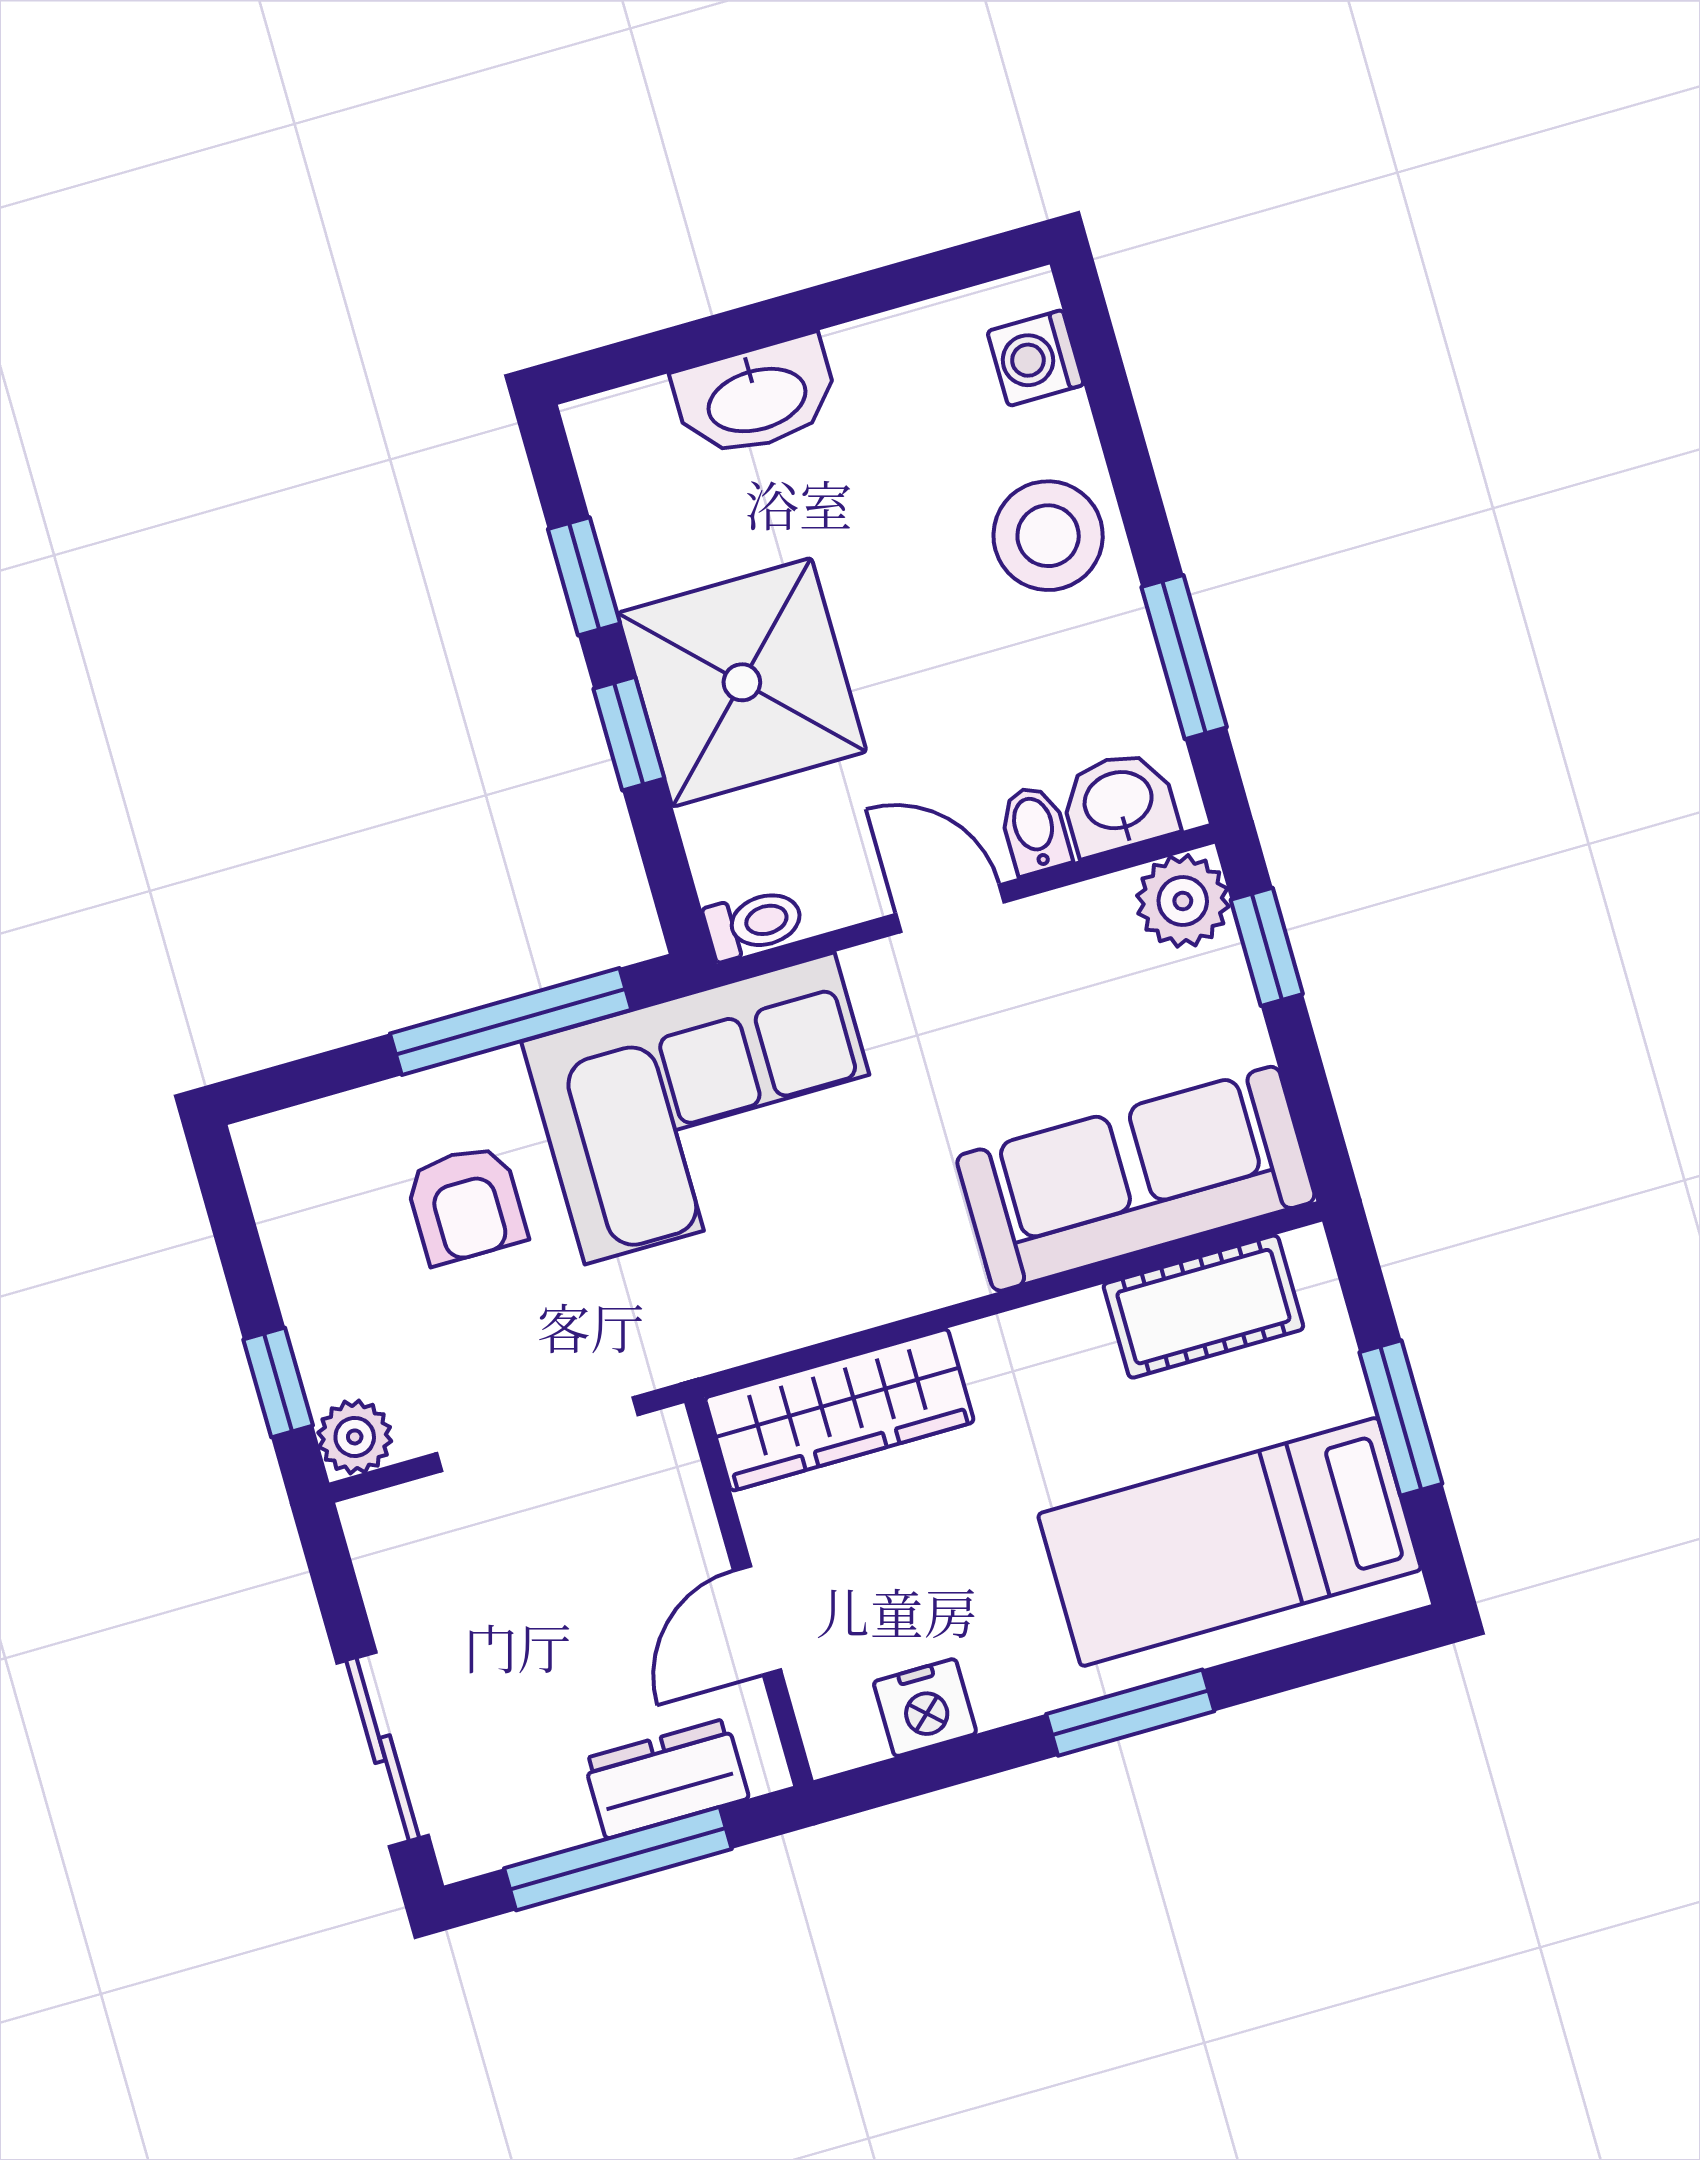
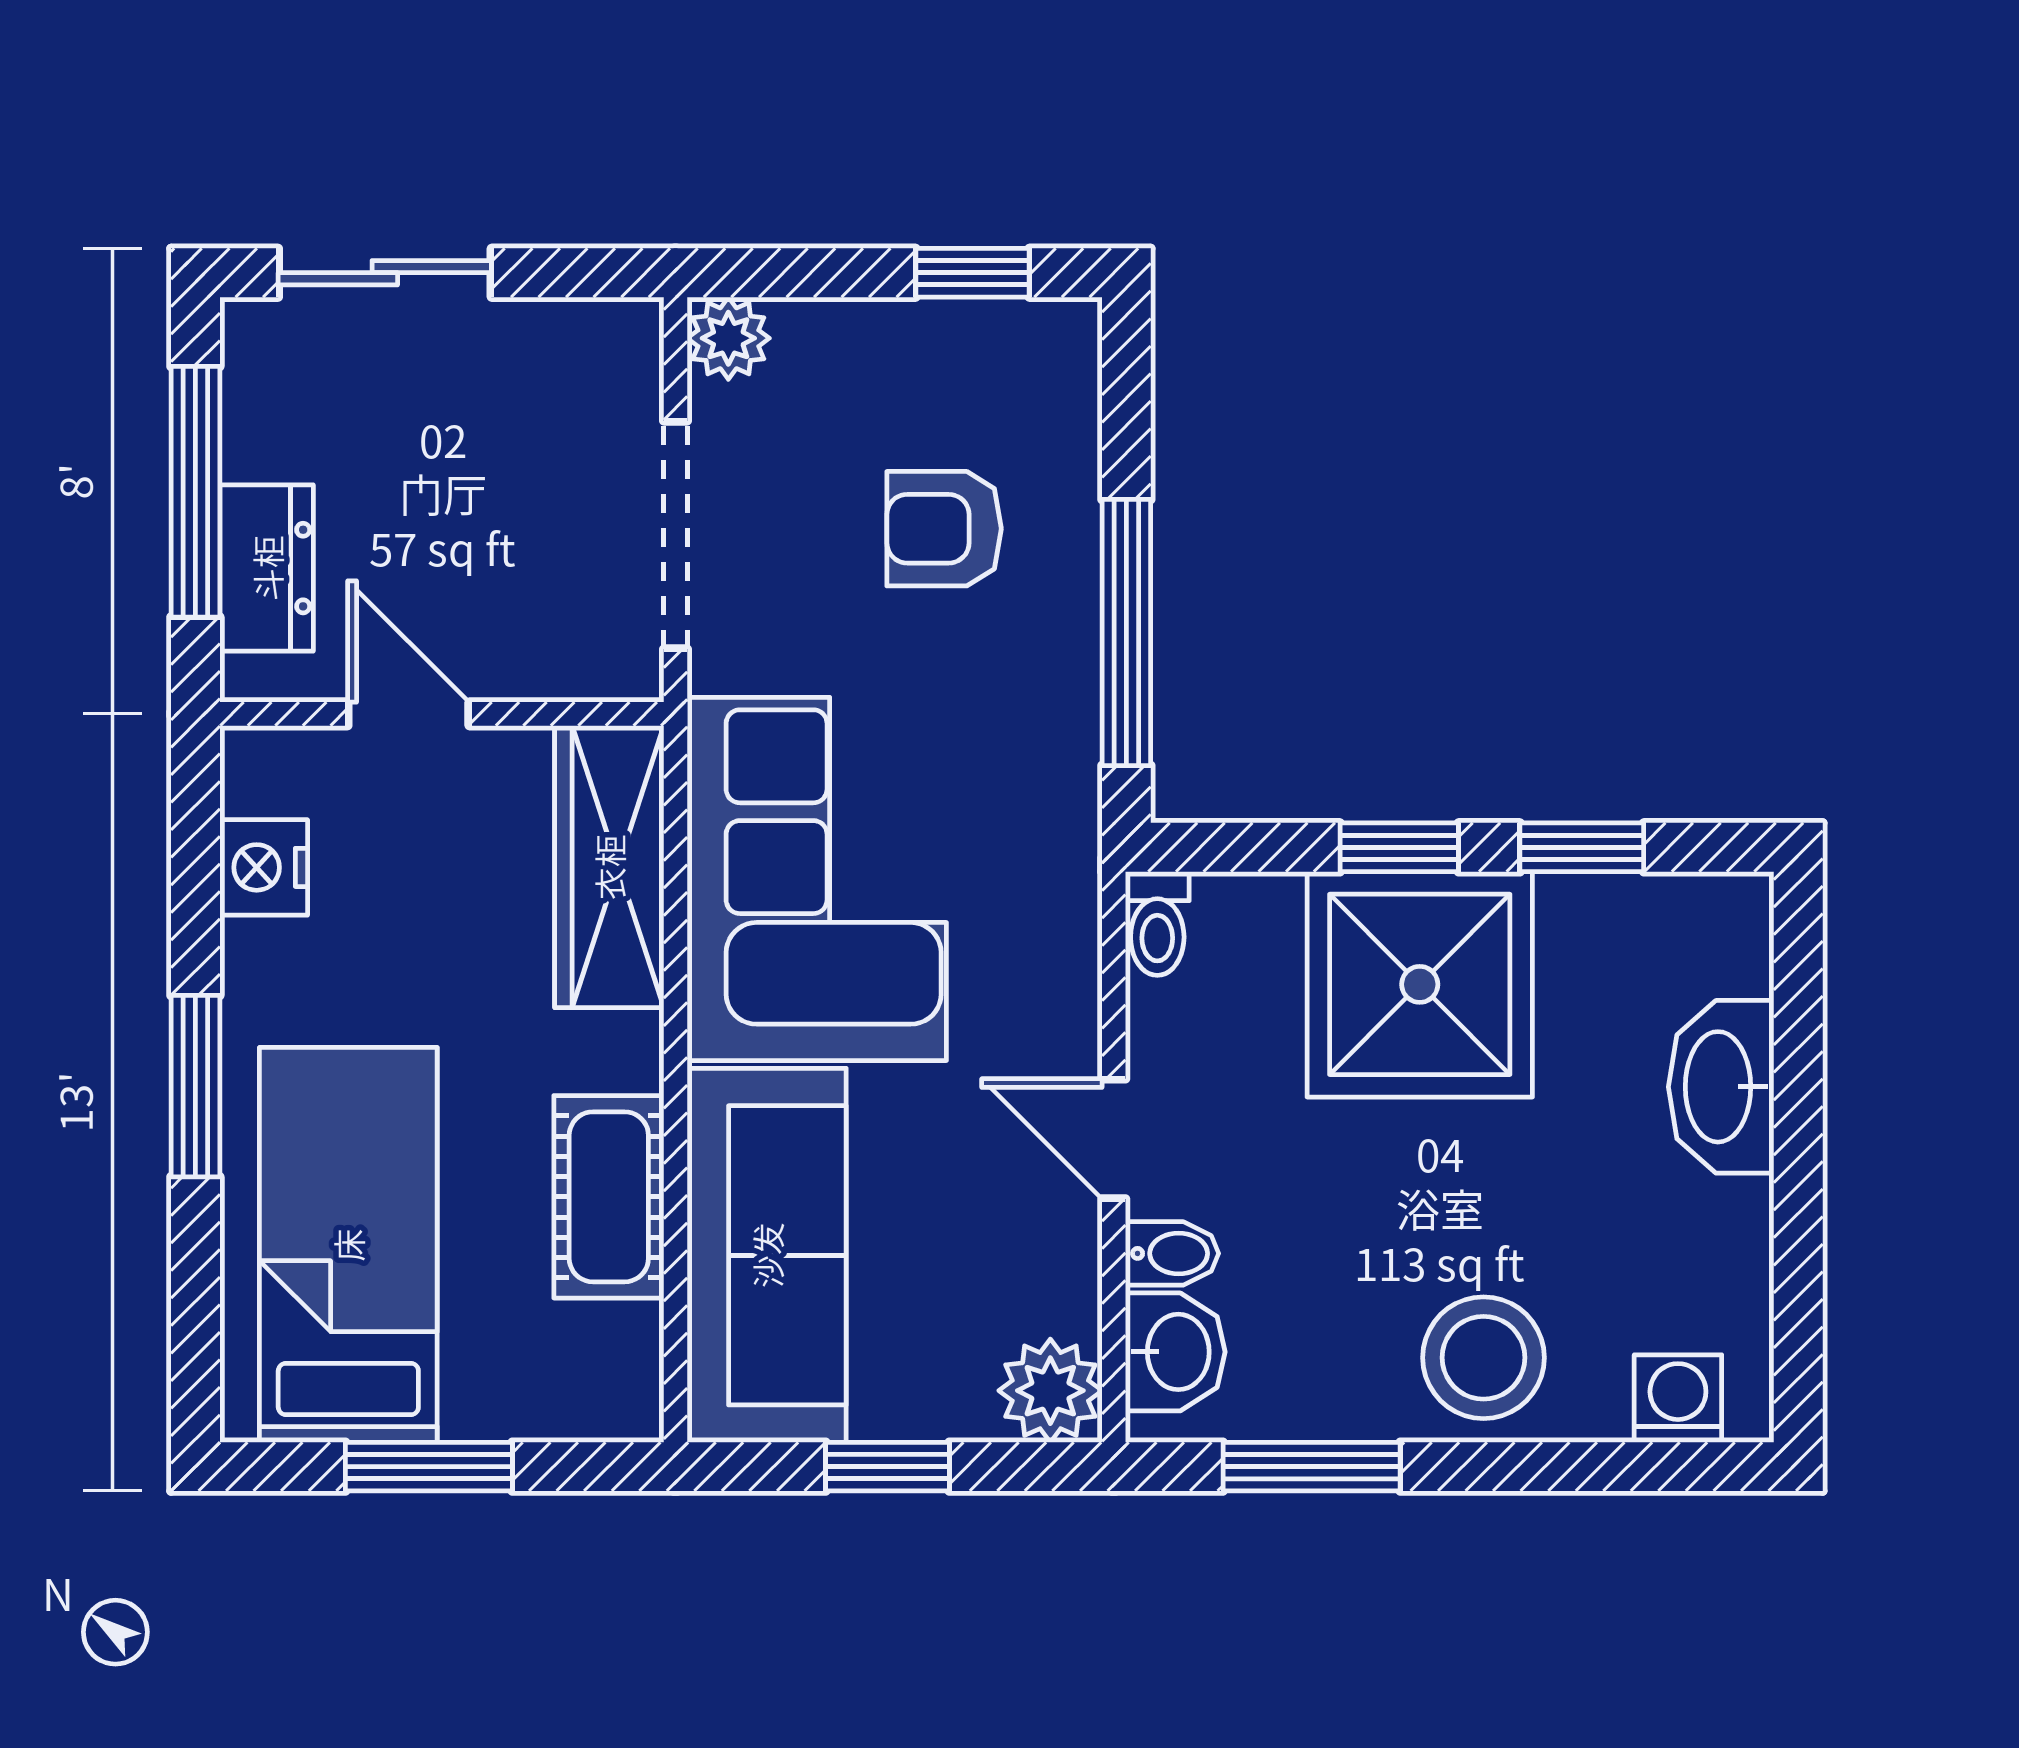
door: (950, 908) -> (1114, 1139), swing flipped
window: (1267, 947) -> (887, 1467), moved
corner sofa: (710, 1108) -> (817, 879), moved, turned 180
cot: (1203, 1307) -> (609, 1197), moved
window: (278, 1383) -> (973, 273), moved

